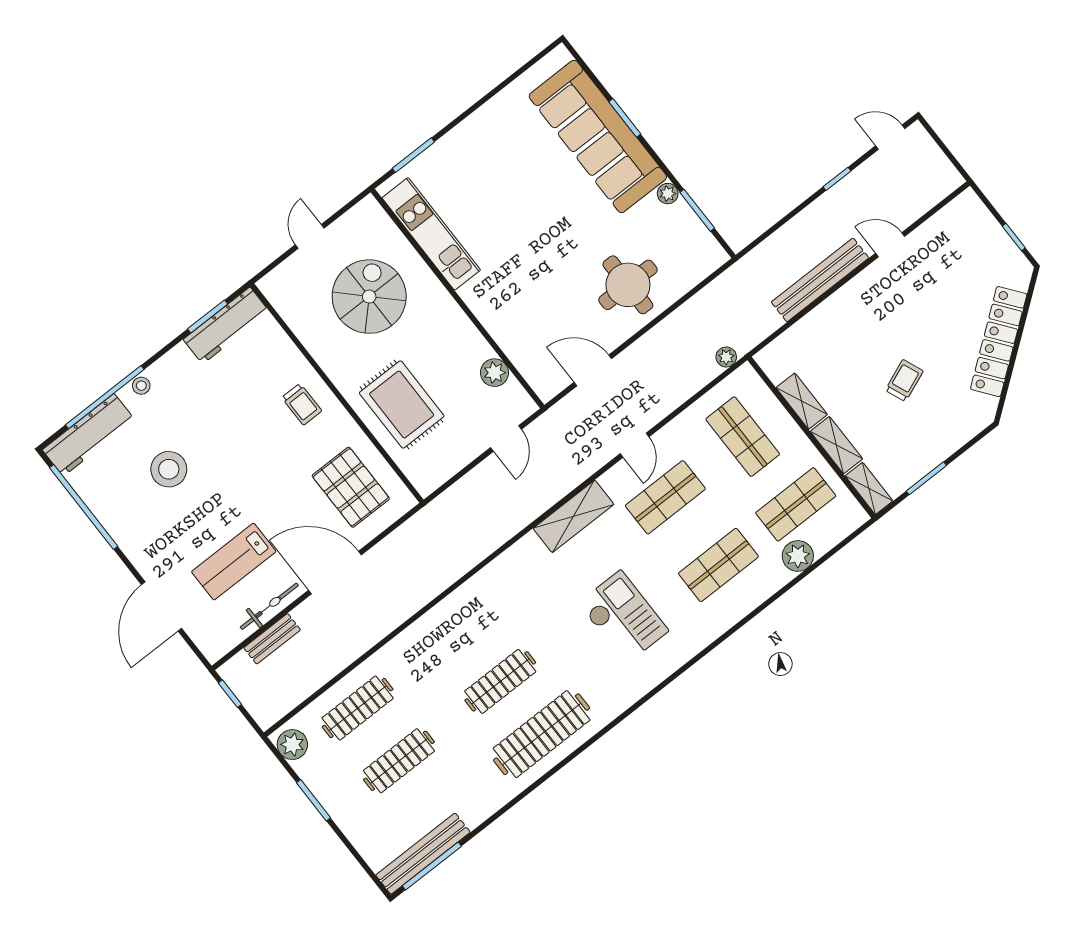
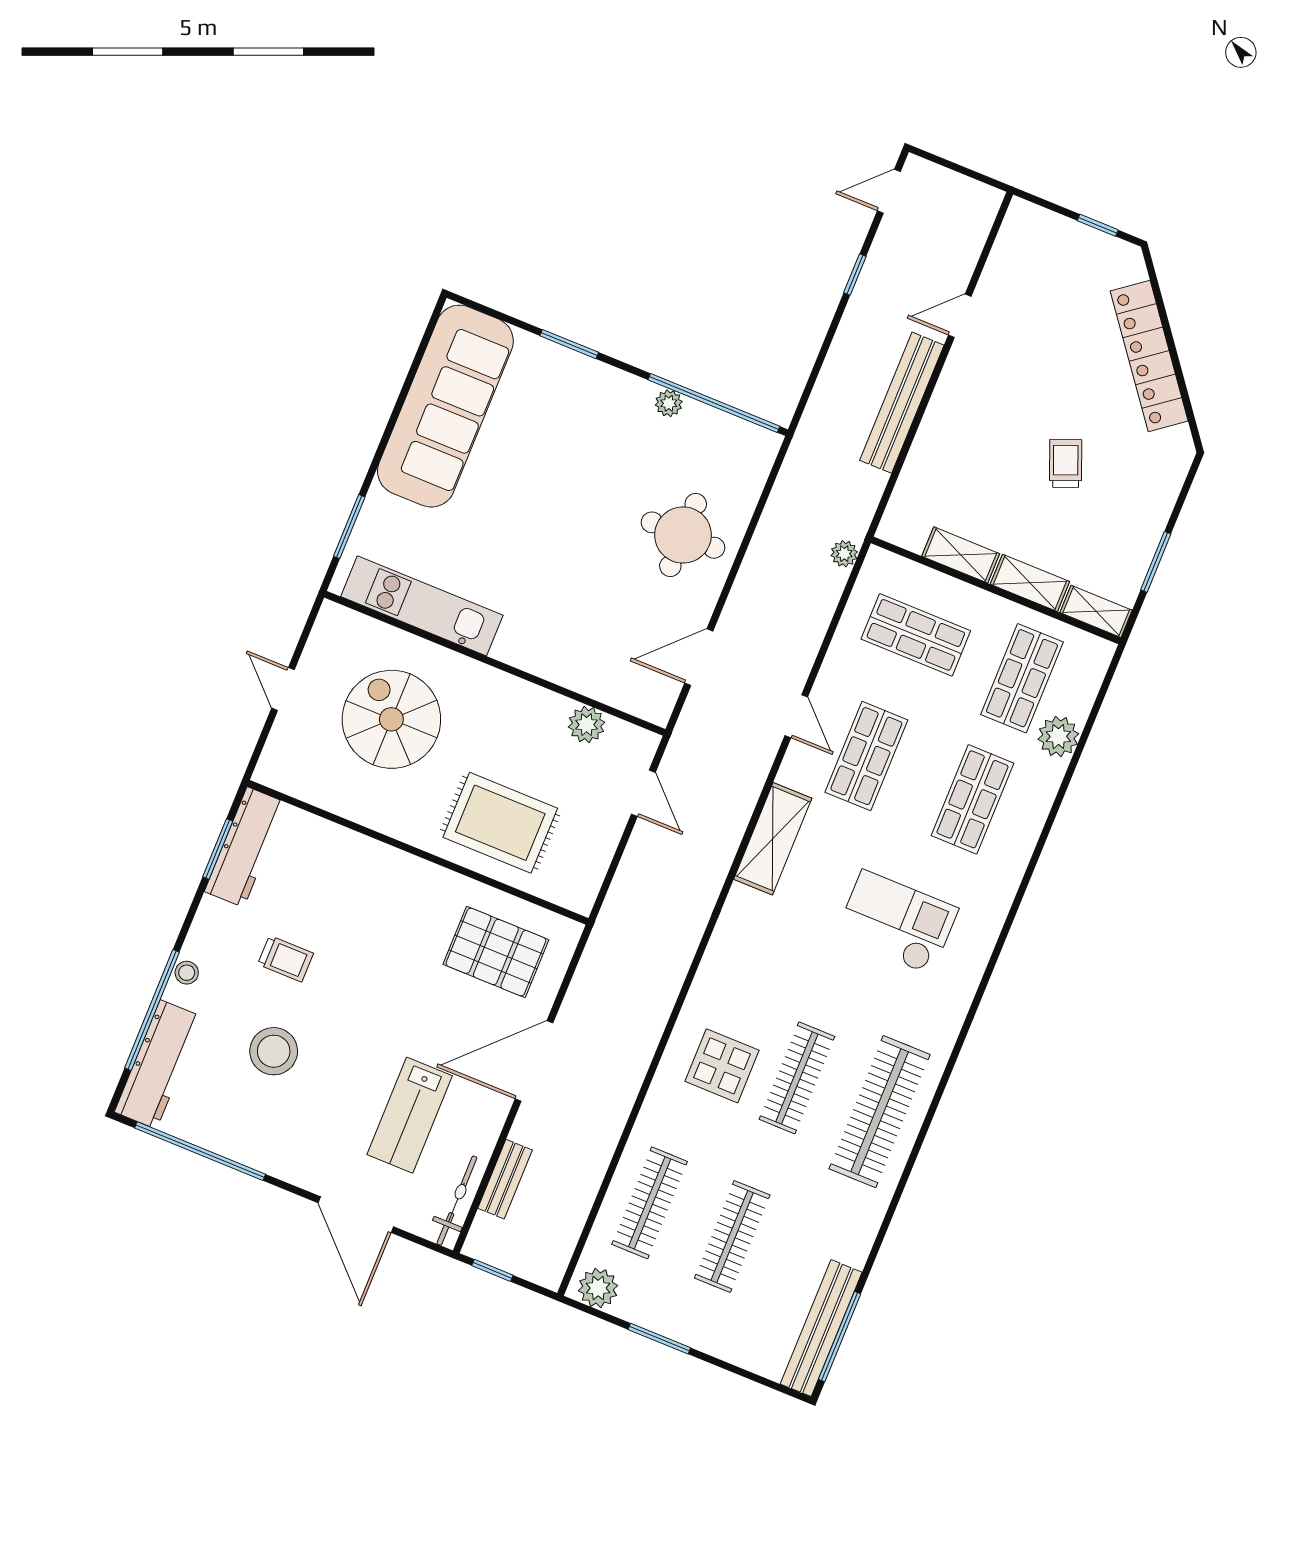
sofa: (598, 136) -> (445, 406), moved, turned -90
window: (697, 210) -> (714, 403), width x2.11
trolley: (302, 404) -> (286, 959), moved
bicycle: (269, 606) -> (457, 1201), moved
display table: (456, 646) -> (722, 1066), added

